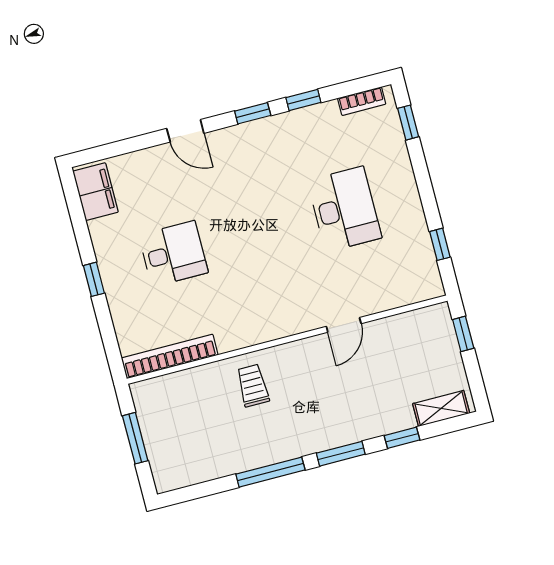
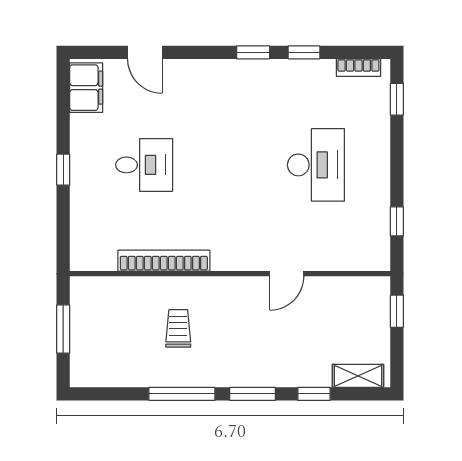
door: (185, 131) -> (145, 52), moved
bookcase: (170, 356) -> (164, 261), moved
trolley: (253, 386) -> (178, 328), moved

